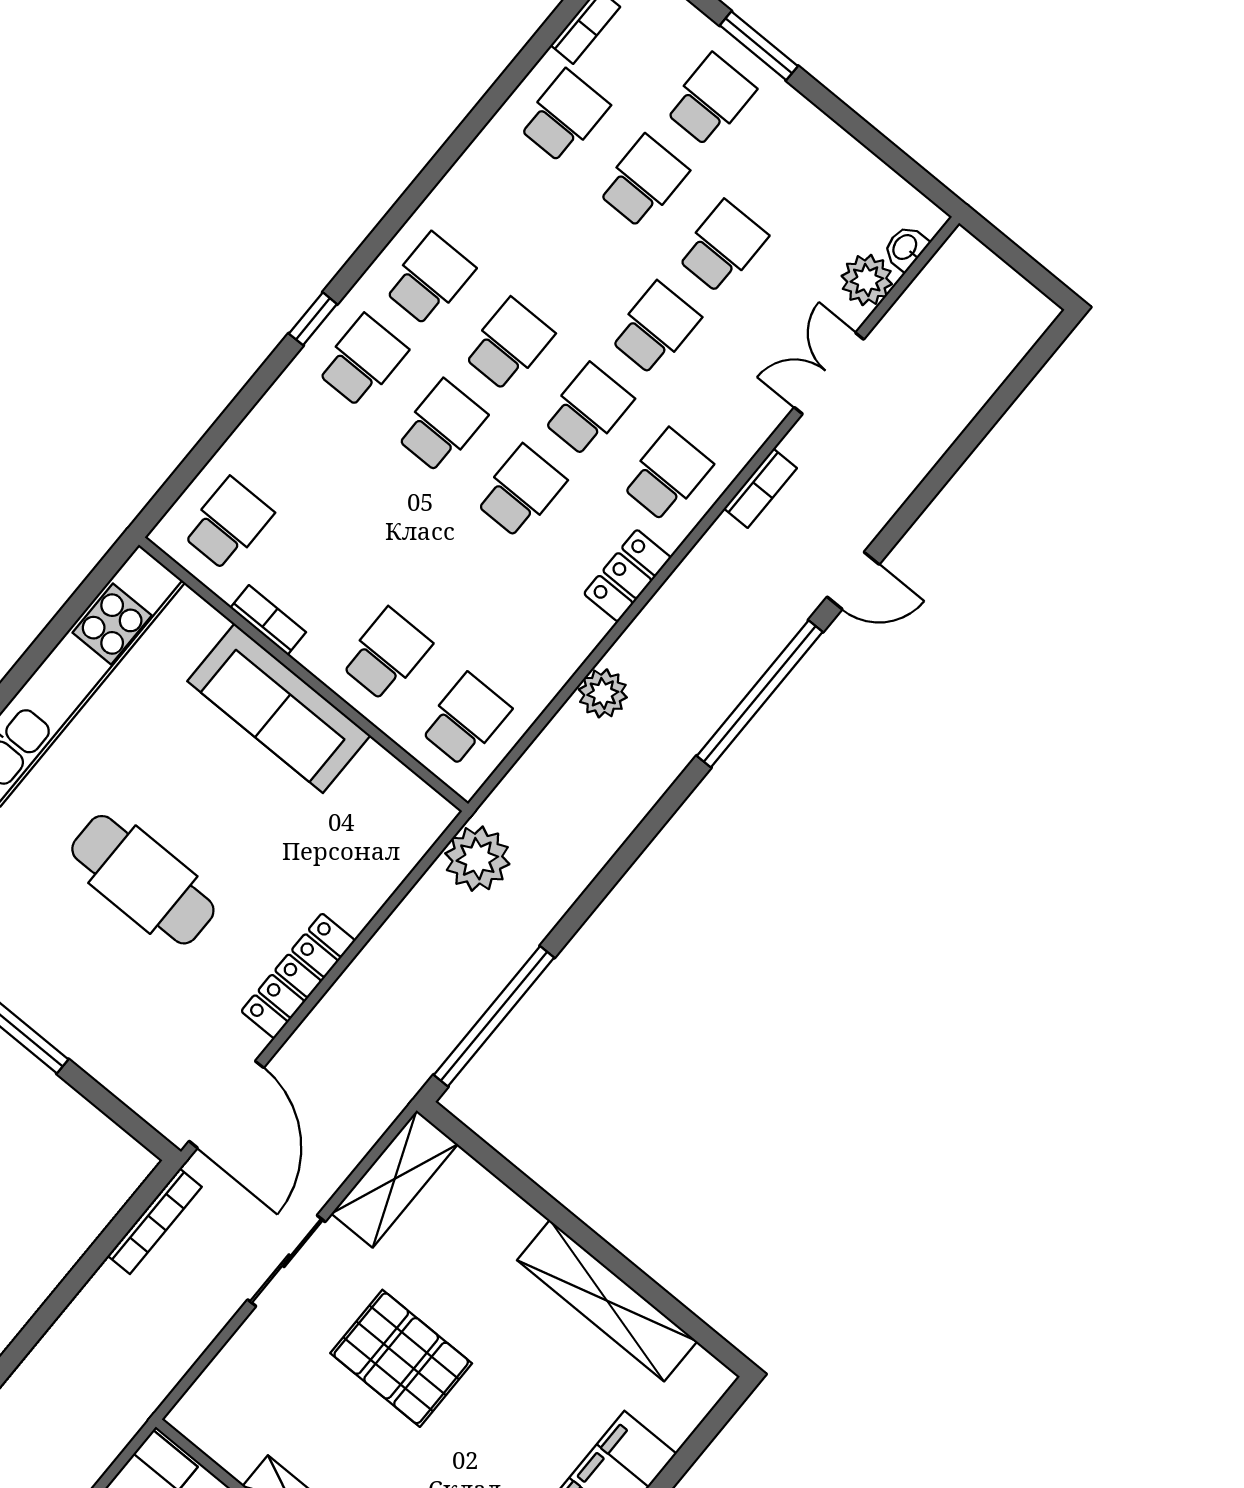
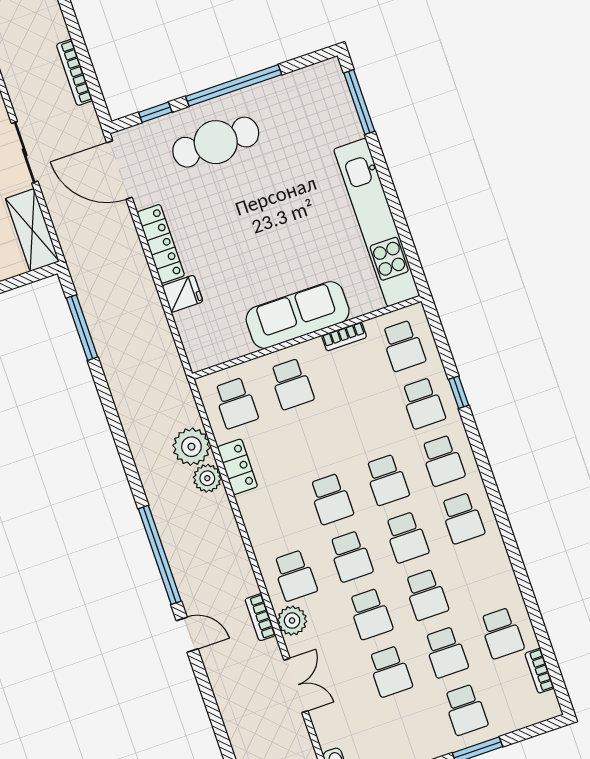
school desk: (576, 263) -> (426, 595), added
plant: (867, 280) -> (292, 621), moved
window: (313, 319) -> (459, 392), moved
school desk: (295, 442) -> (423, 403), added
locker: (627, 576) -> (237, 467), moved
door: (853, 581) -> (187, 635), swing flipped
plant: (477, 859) -> (191, 447), moved
cafe table: (143, 880) -> (216, 142), moved
fridge: (352, 898) -> (183, 294), added
window: (494, 1016) -> (82, 328), width x0.68
window: (108, 1104) -> (155, 112), added
bookcase: (155, 1221) -> (74, 72), moved

